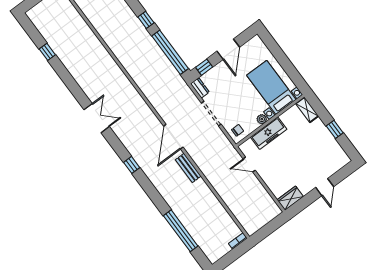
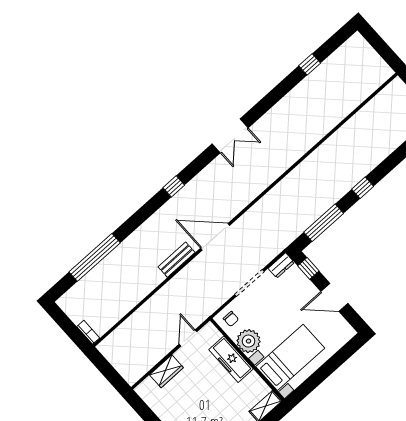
window: (170, 52) -> (324, 223), width x0.68
plant: (262, 119) -> (249, 341), width x1.87, depth x1.87
wardrobe: (290, 198) -> (166, 371), moved, turned 90

